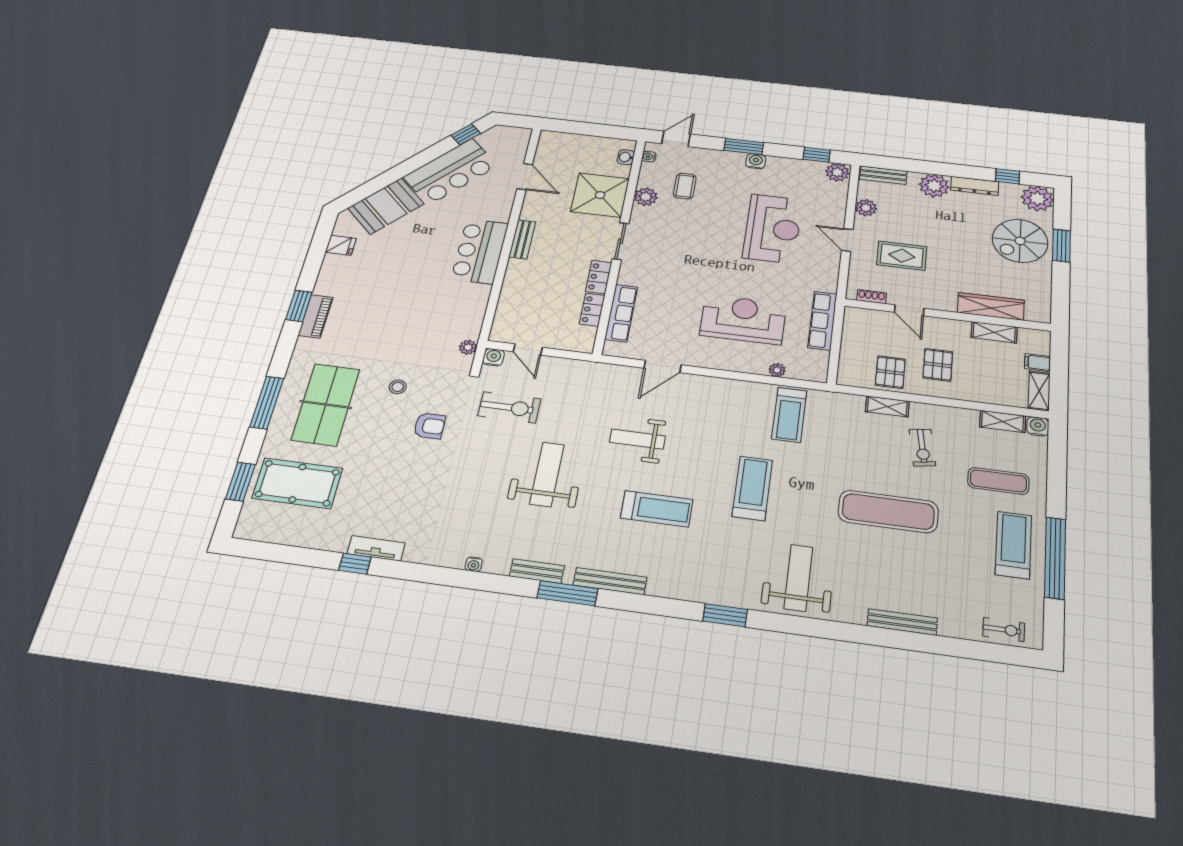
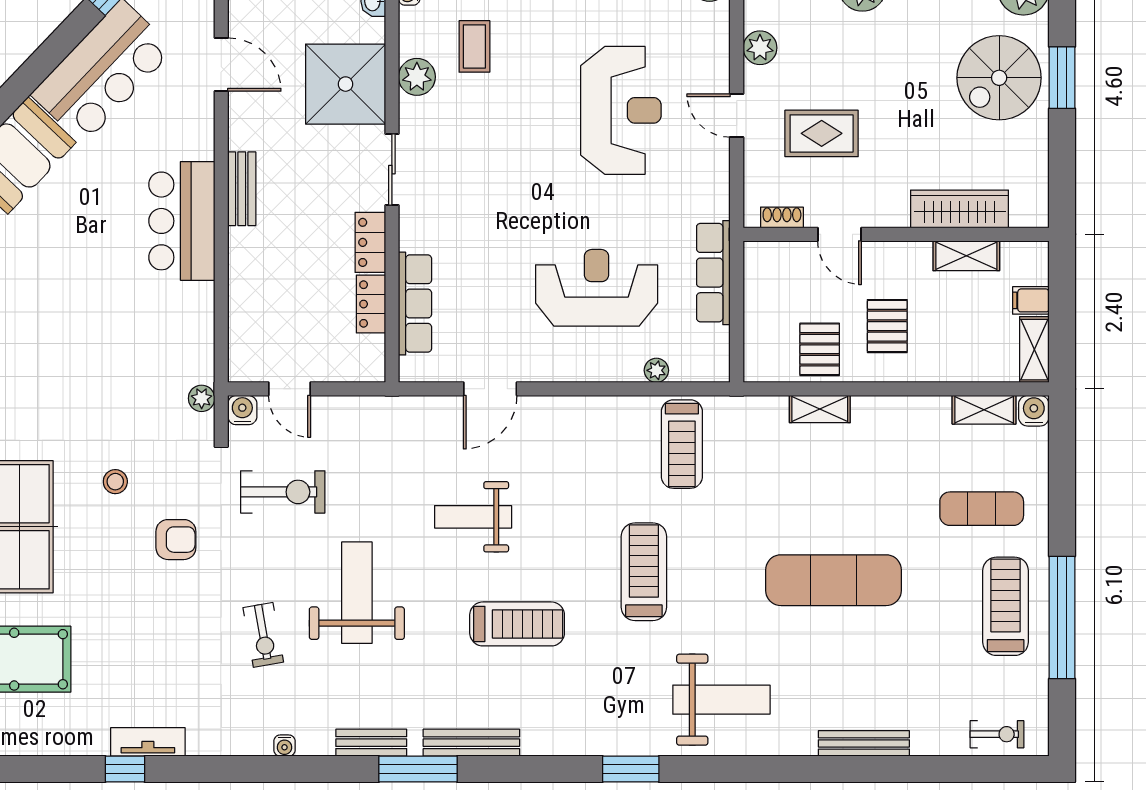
exercise bike: (922, 448) -> (263, 635), moved
weight bench: (798, 578) -> (721, 700), turned 90

